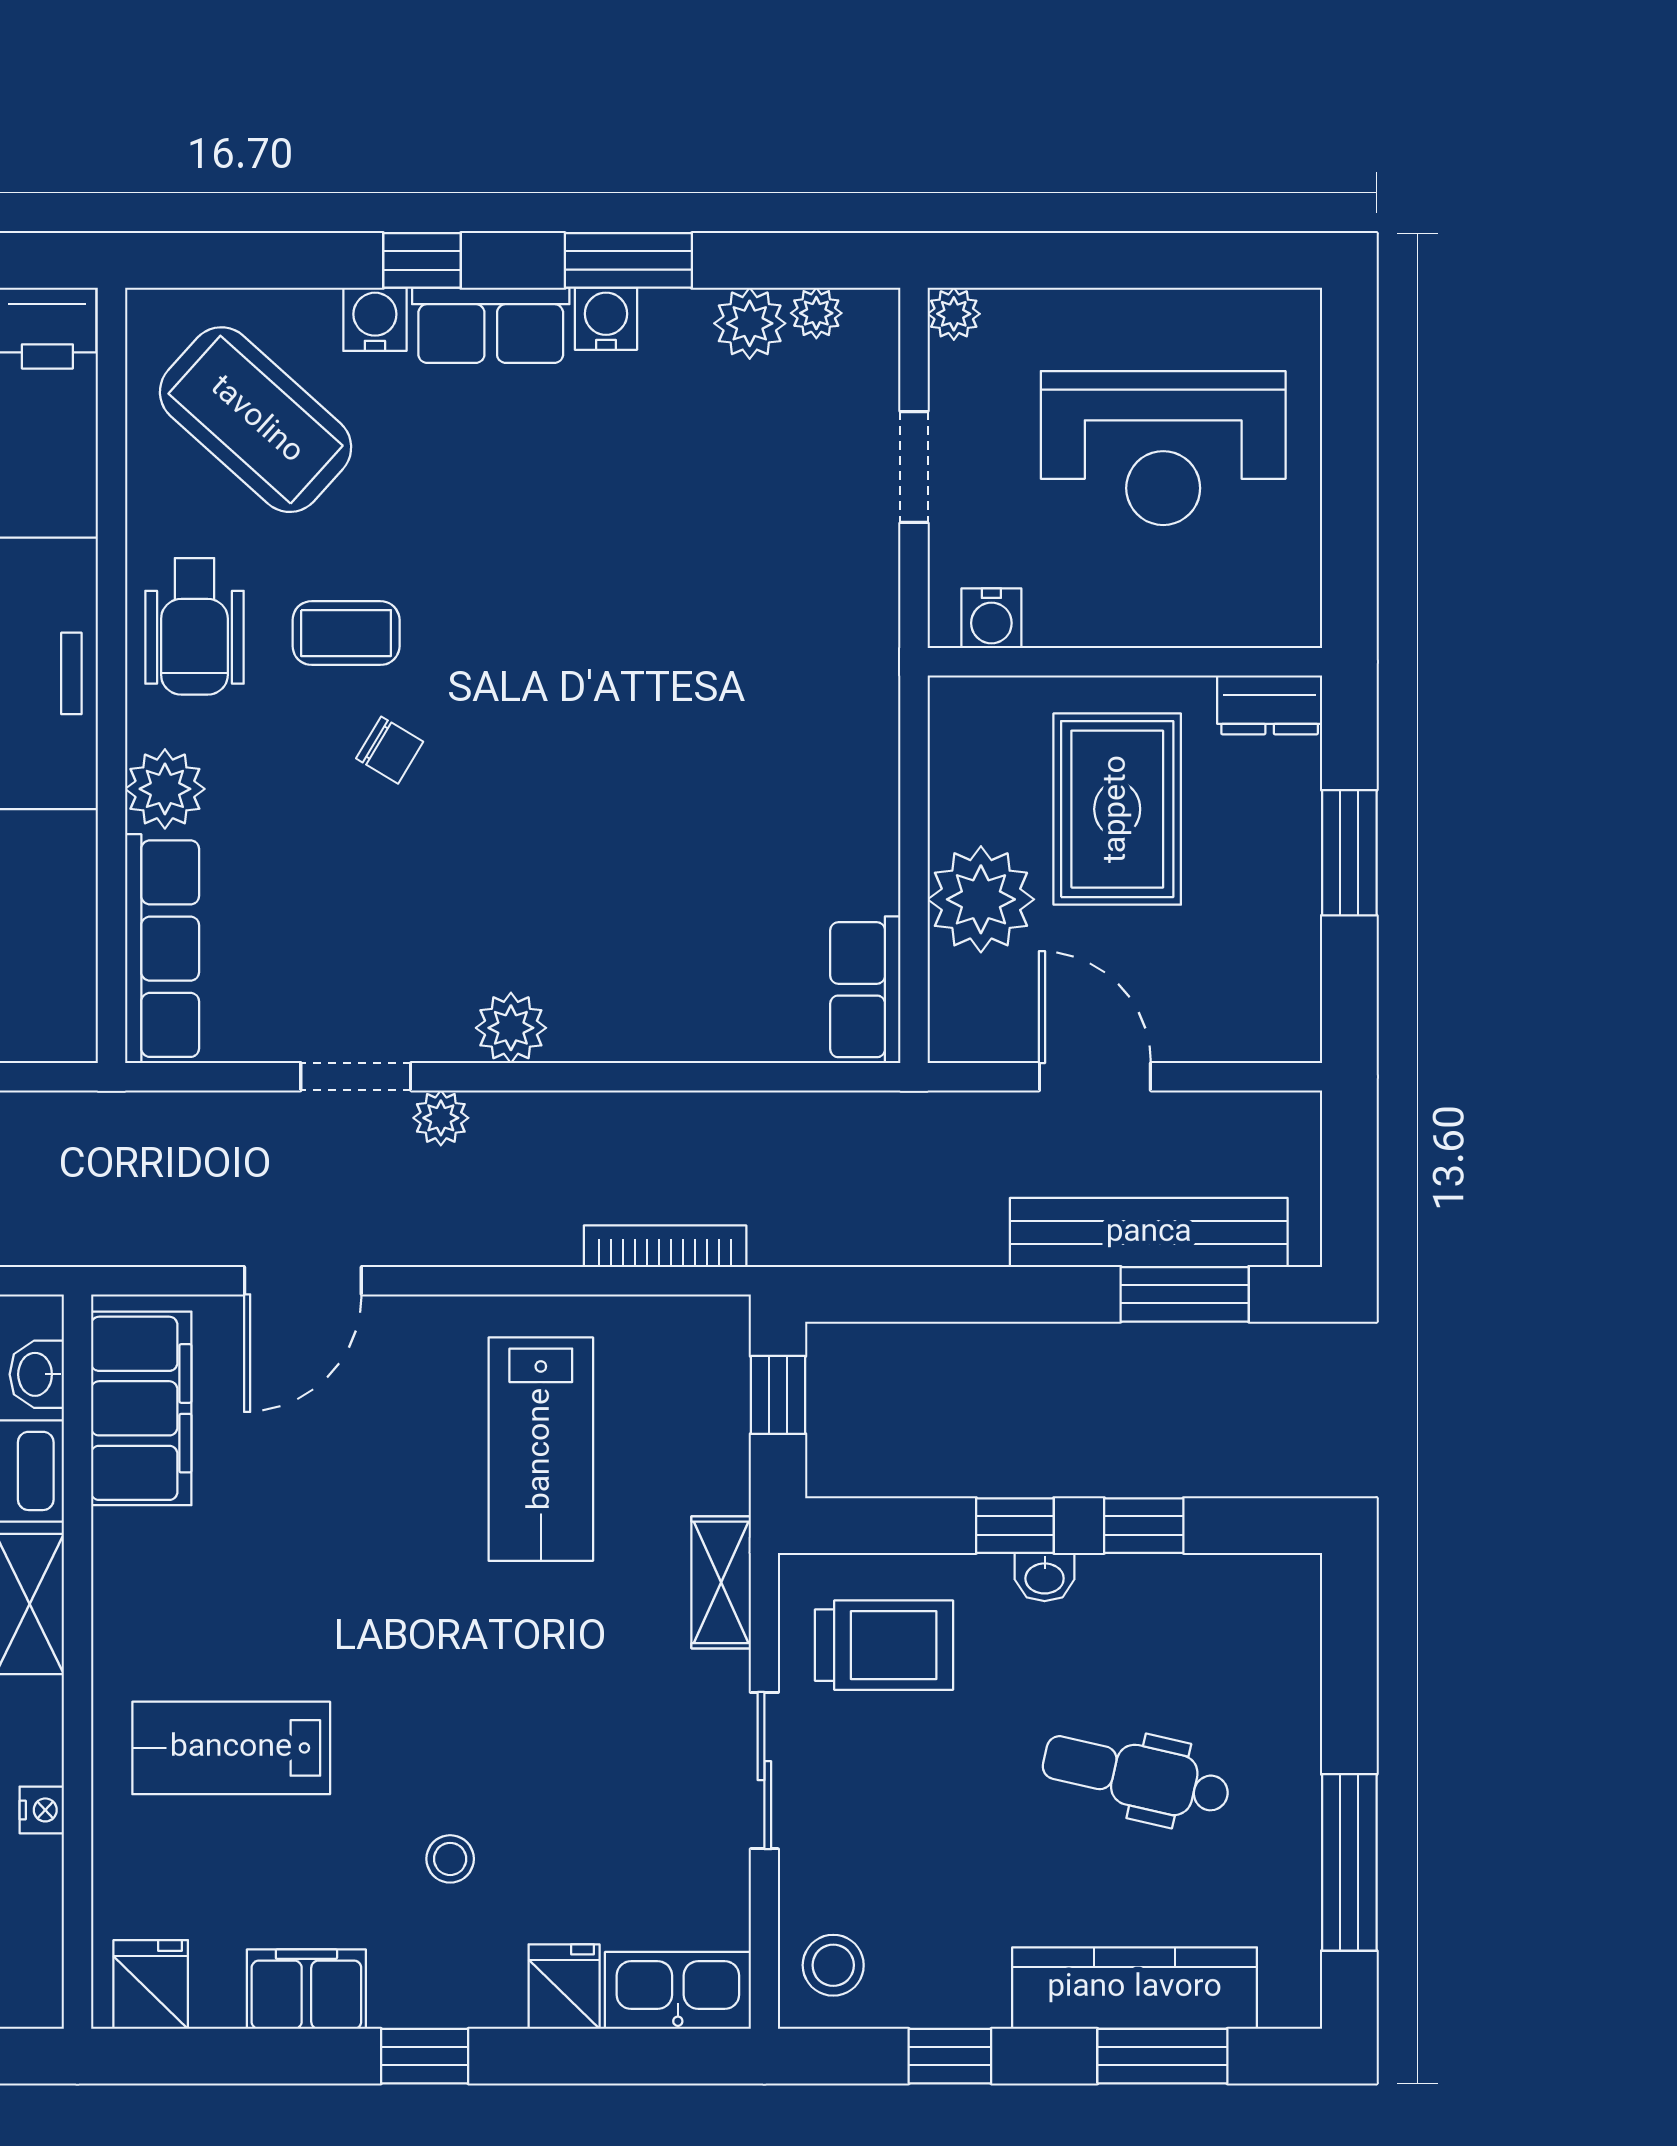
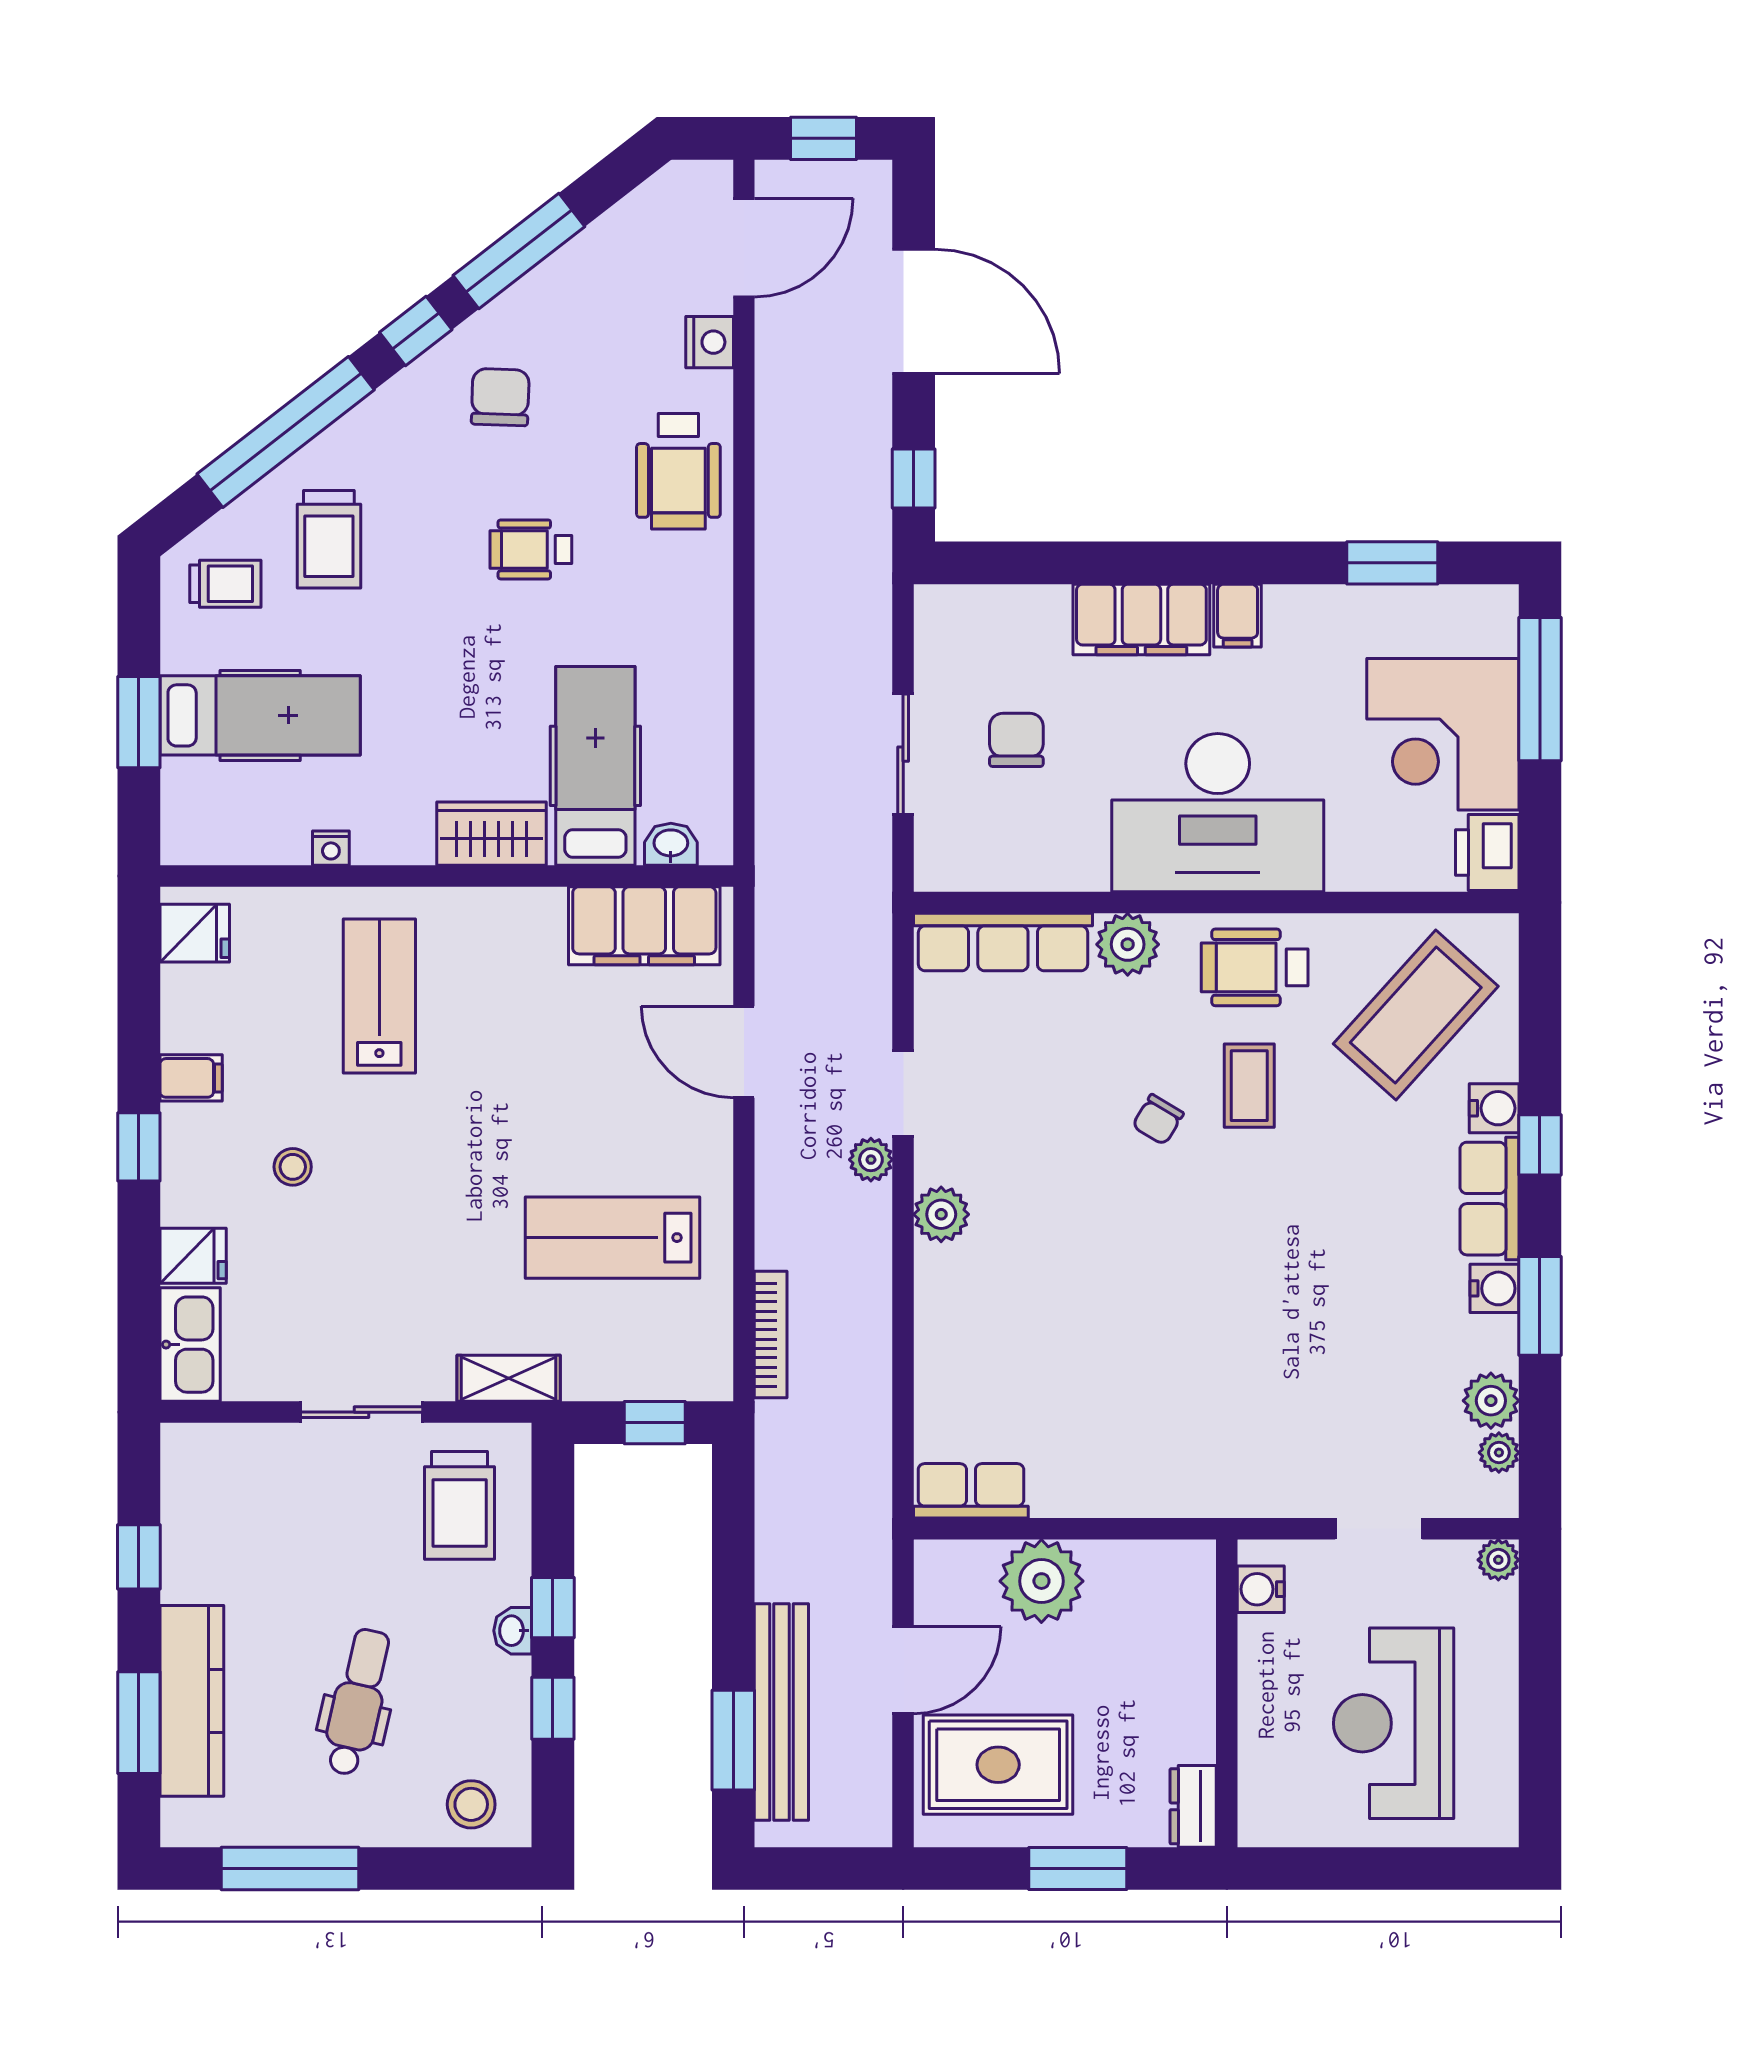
rug: (1117, 809) -> (998, 1765), moved
stool: (833, 1965) -> (471, 1804), moved
filing cabinet: (306, 1989) -> (191, 1078), width x0.50

